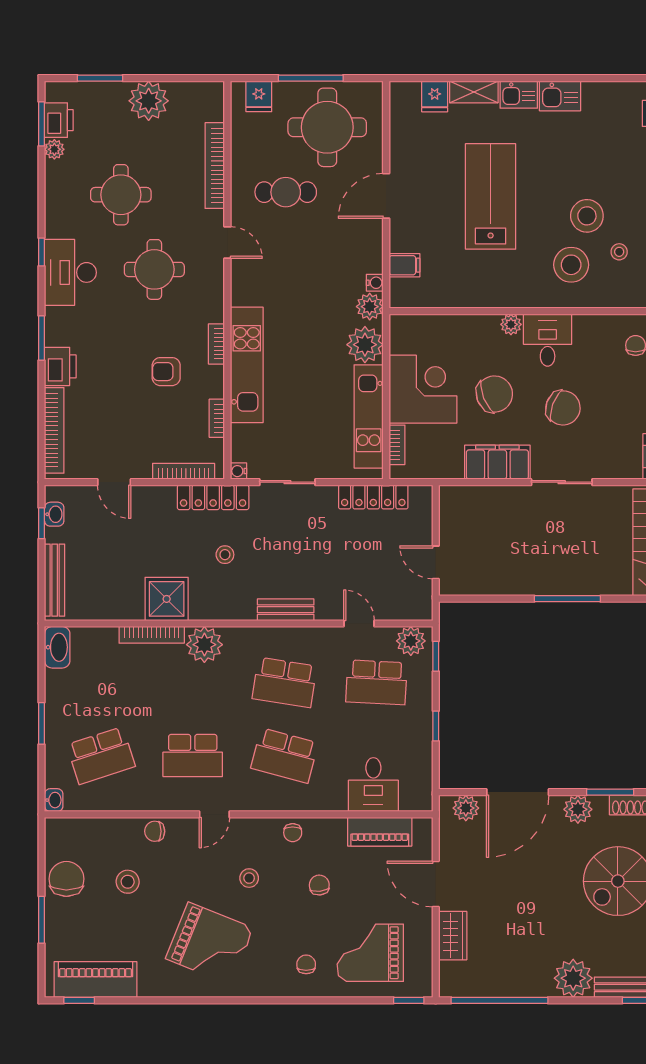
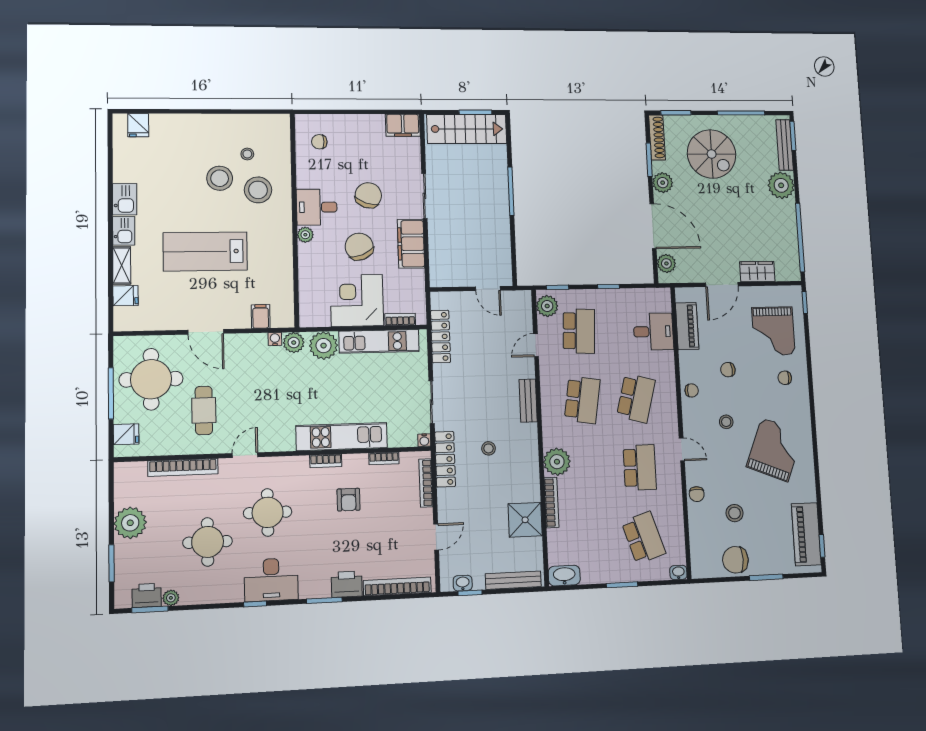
door: (436, 562) -> (488, 289), hinge flipped
shower: (167, 599) -> (525, 520), moved

